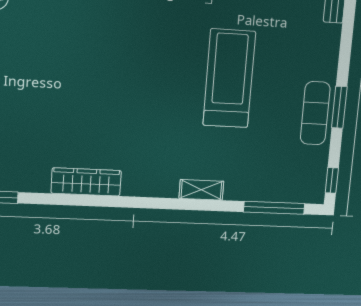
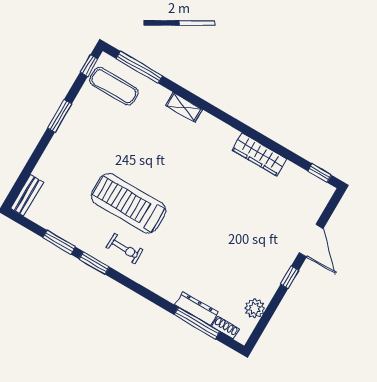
treadmill: (229, 78) -> (128, 203), moved, turned 90
exercise mat: (315, 113) -> (114, 86), moved, turned 90

